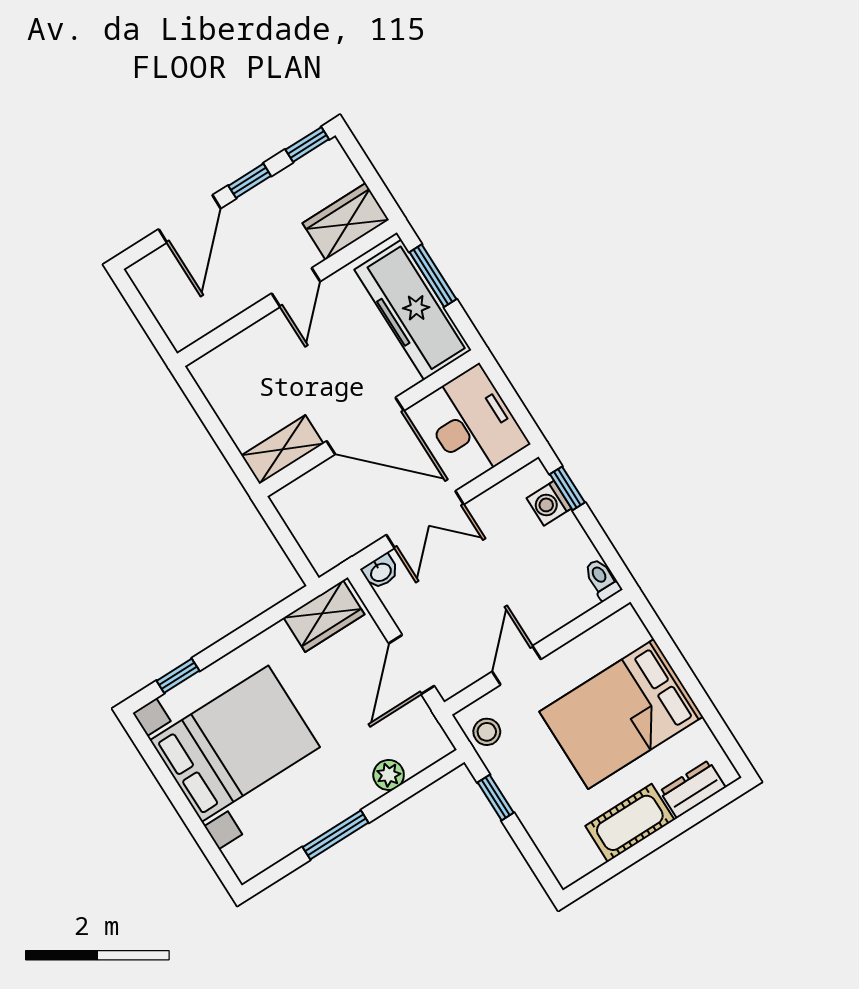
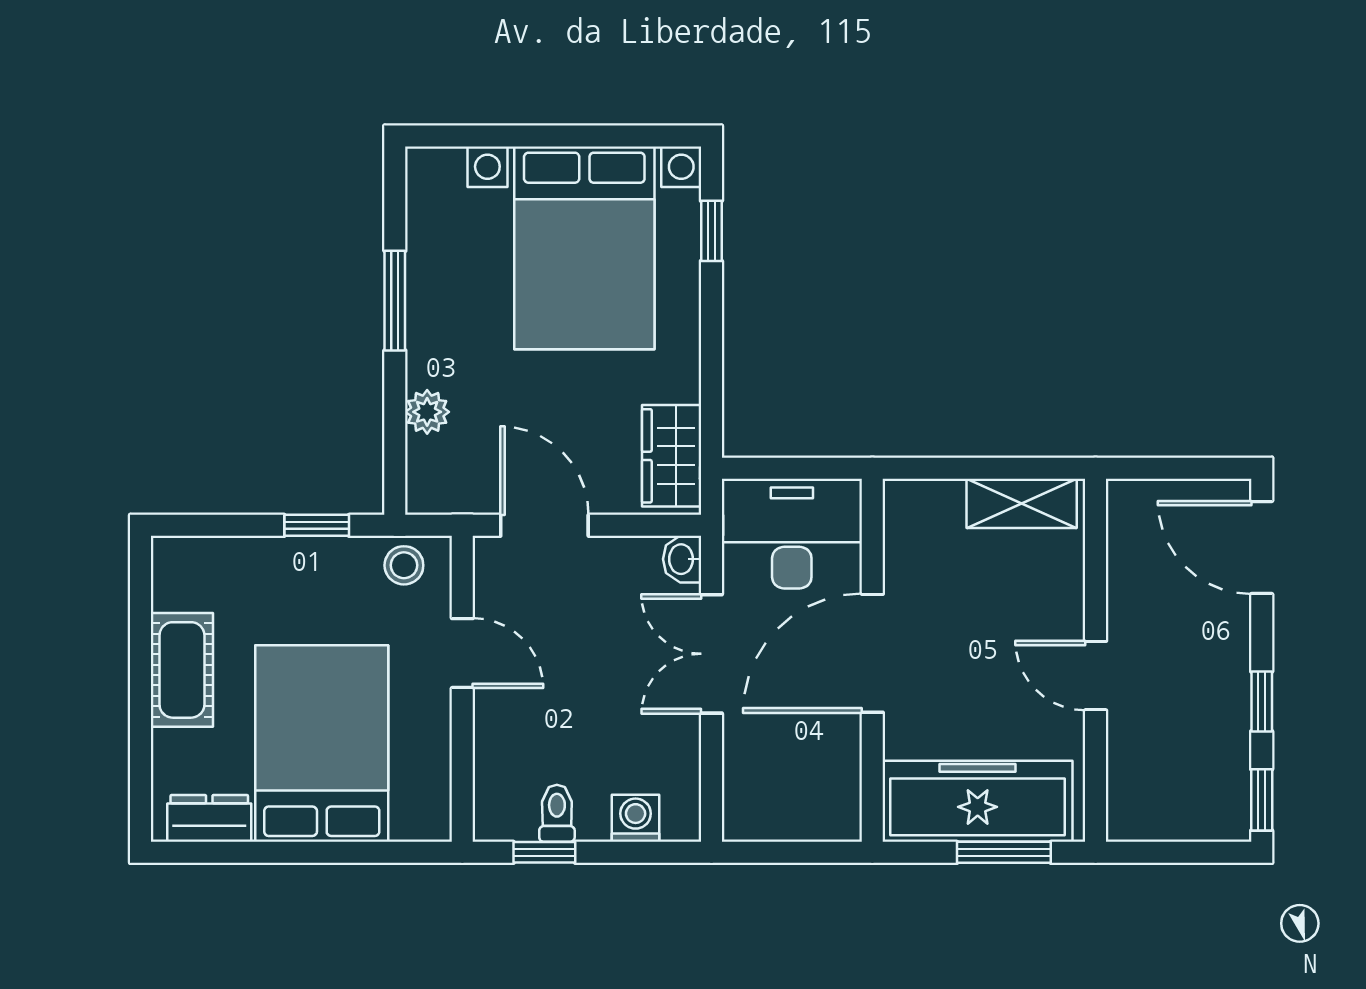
door: (190, 219) -> (1262, 547), moved
wardrobe: (346, 222) -> (1137, 788), removed
desk: (473, 423) -> (792, 534), moved, turned 180
shelving: (282, 450) -> (1022, 503), moved, turned 90
window: (567, 488) -> (544, 852), moved
toilet: (602, 579) -> (557, 813), moved, turned -90
dresser: (693, 789) -> (209, 818), moved, turned -90

